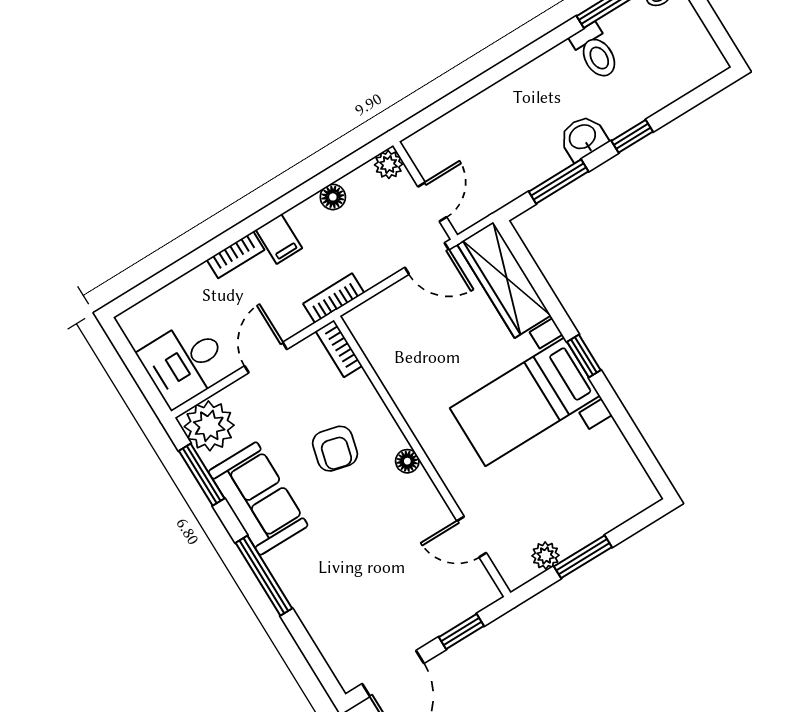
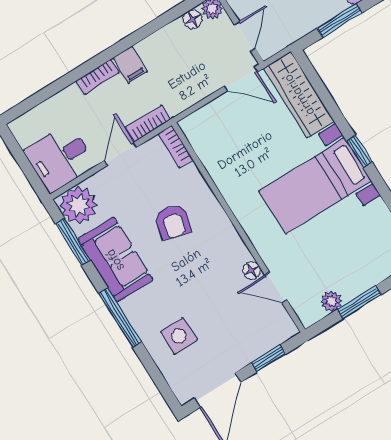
floor lamp: (333, 197) -> (193, 19), moved
bookcase: (334, 298) -> (148, 123), moved
floor lamp: (407, 461) -> (252, 270), moved
side table: (342, 601) -> (179, 336), added

